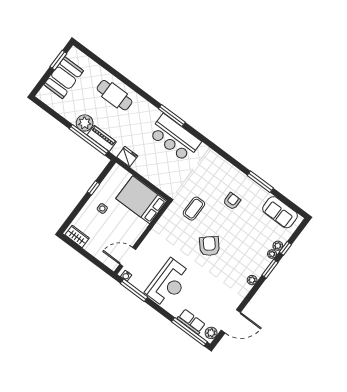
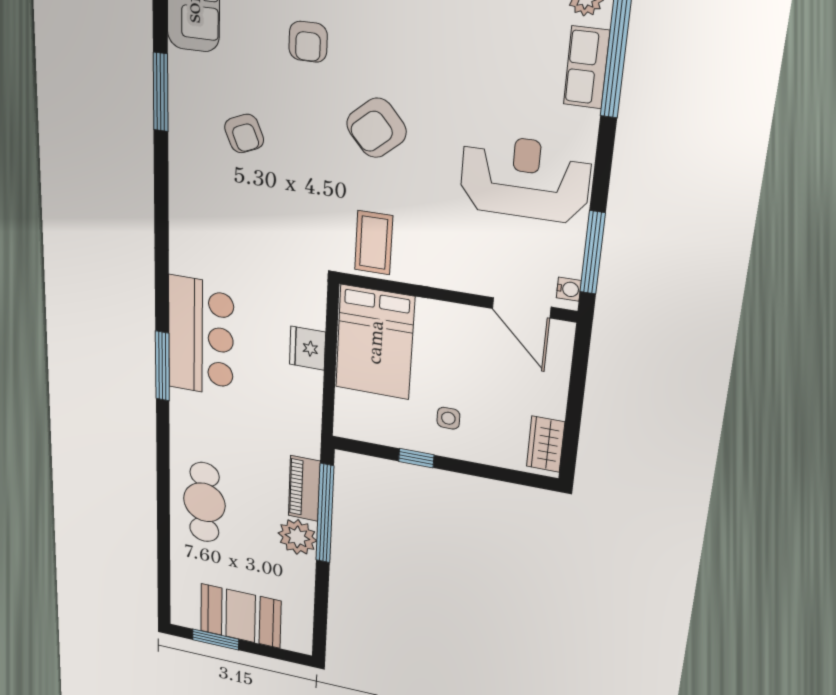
fridge: (127, 157) -> (308, 348), moved
armchair: (232, 201) -> (244, 133), turned -113
coffee table: (194, 209) -> (374, 243), moved, turned 90
armchair: (247, 241) -> (308, 42), added

